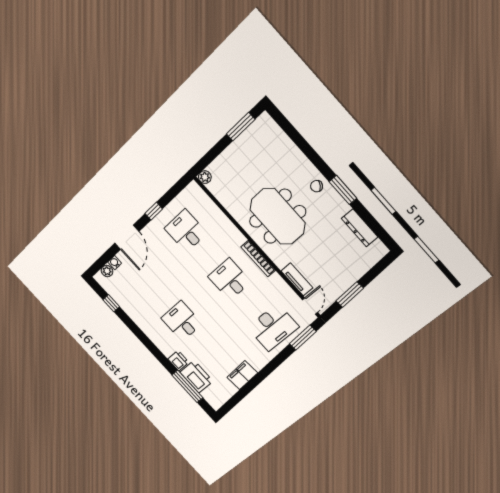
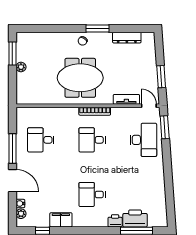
plant: (205, 177) -> (21, 67), moved
window: (154, 211) -> (12, 149), width x2.17
filing cabinet: (242, 375) -> (61, 220), moved, turned 94

